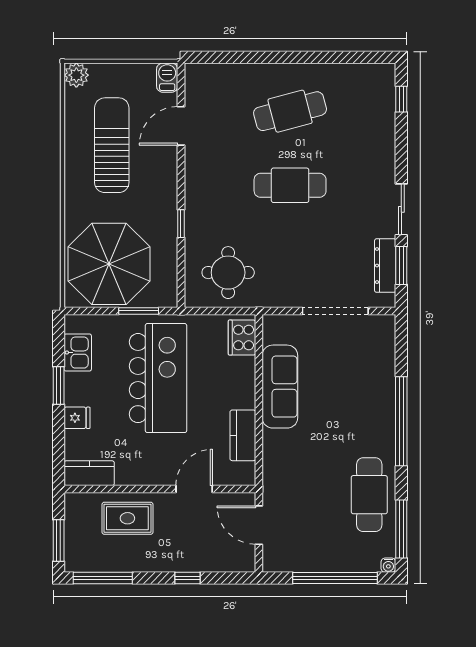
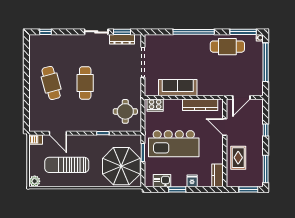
kitchen island: (158, 378) -> (174, 144), turned 180
kitchen counter: (243, 435) -> (200, 105), width x1.50

